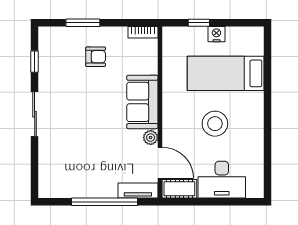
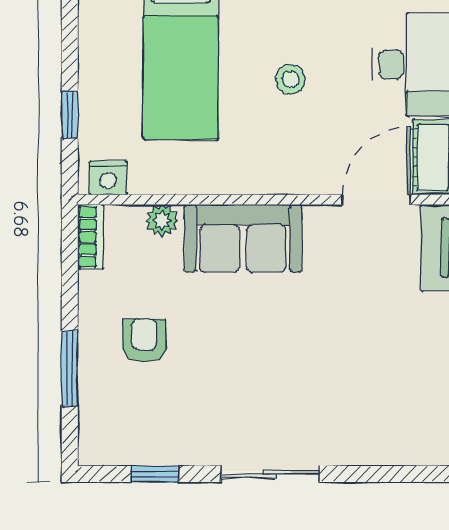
nightstand: (216, 34) -> (108, 178), moved, turned -90
stool: (215, 124) -> (291, 79), width x0.53, depth x0.53
plant: (151, 138) -> (162, 220), moved

